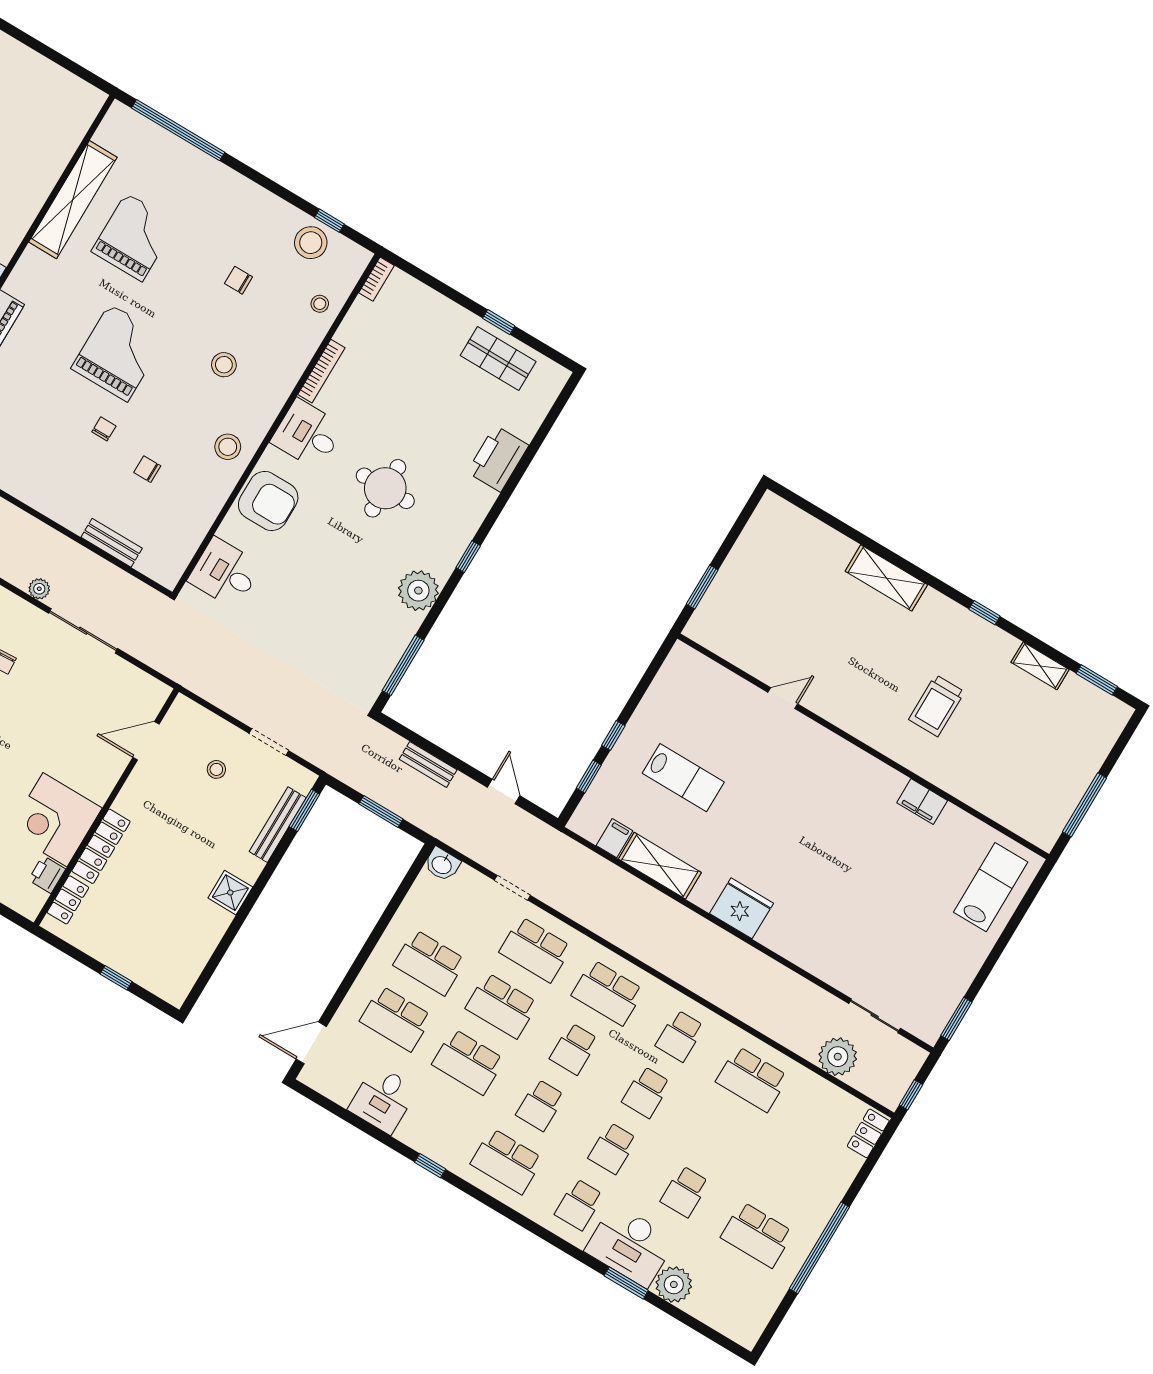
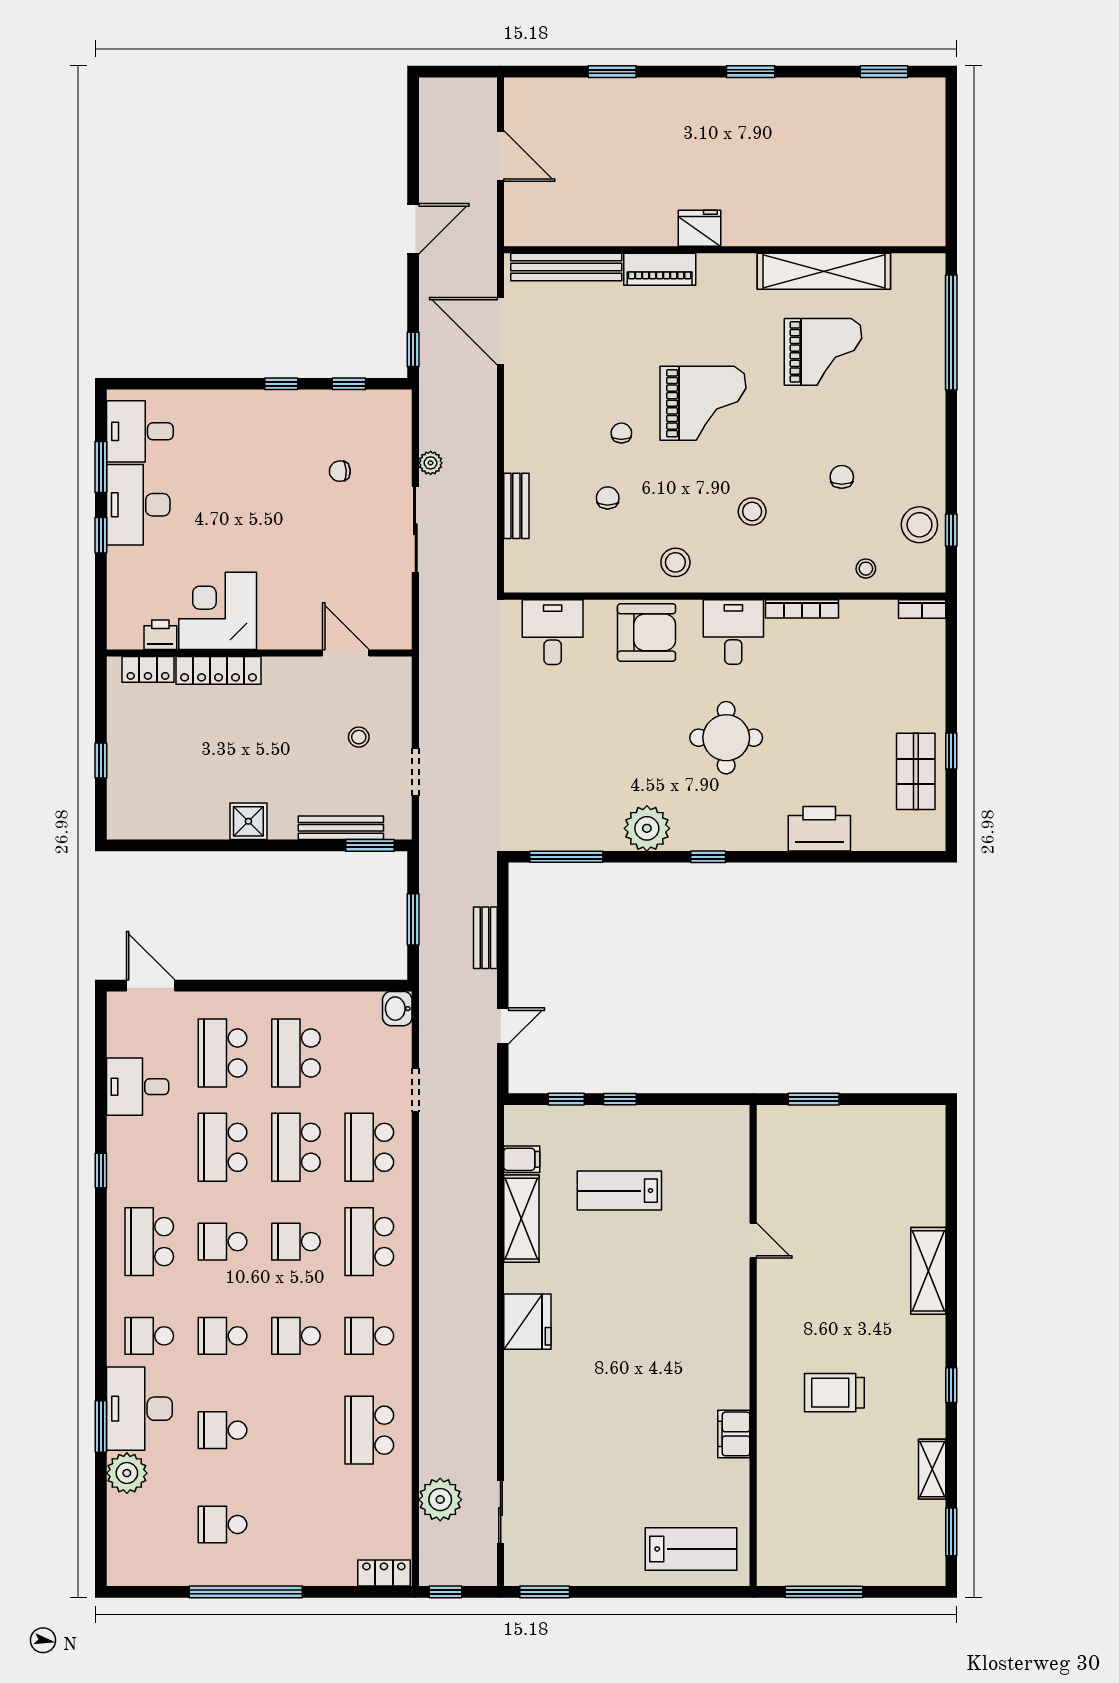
chair: (104, 429) -> (621, 433), turned -90
armchair: (268, 501) -> (647, 632), turned -90
lab bench: (683, 778) -> (619, 1191), turned 90
school desk: (757, 1235) -> (223, 1524), width x0.54

